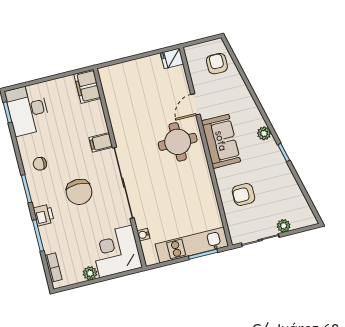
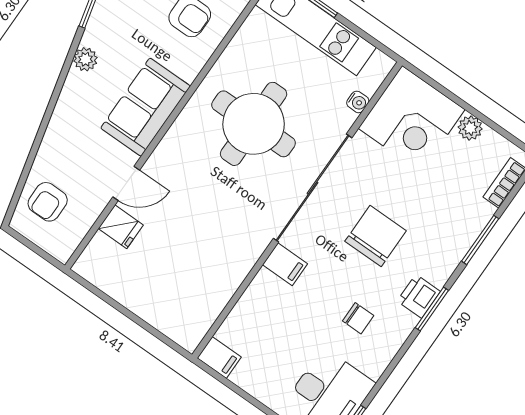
fridge: (172, 58) -> (121, 227), moved
filing cabinet: (87, 86) -> (219, 357), width x0.50
round table: (178, 142) -> (254, 124), moved, width x1.36, depth x1.36
chair: (40, 164) -> (358, 318), moved
printer: (44, 215) -> (419, 296), moved

